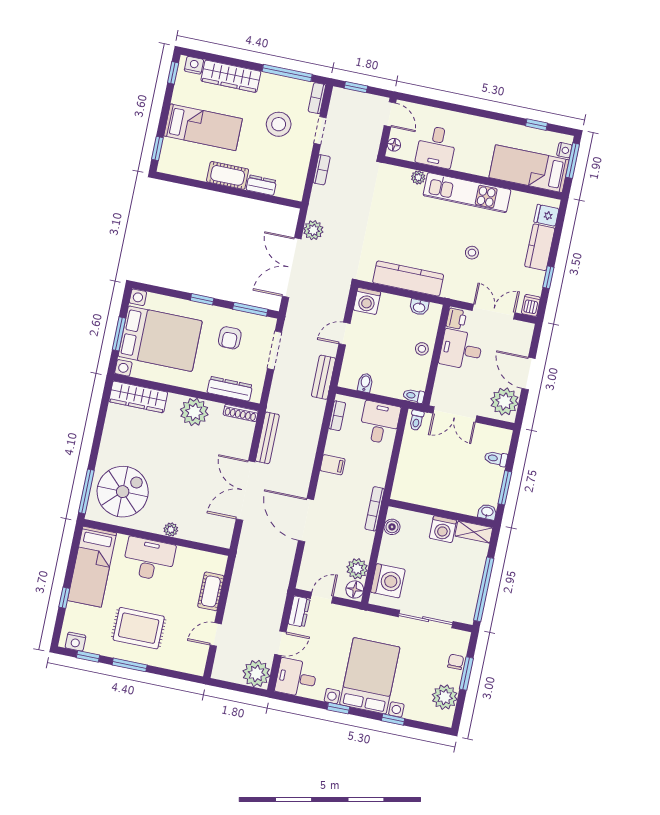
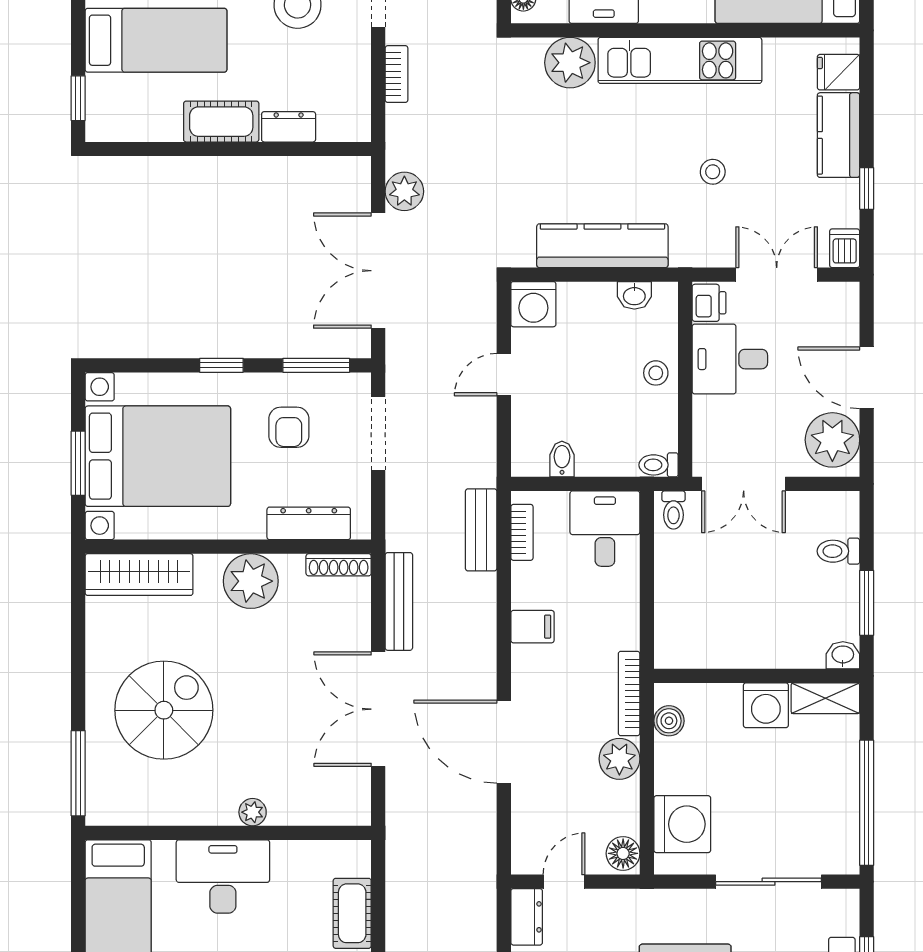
plant: (418, 177) -> (570, 63), width x1.88, depth x1.88
bench: (323, 377) -> (481, 530), moved
spiral stairs: (123, 492) -> (164, 710), moved
plant: (357, 569) -> (619, 759), moved

